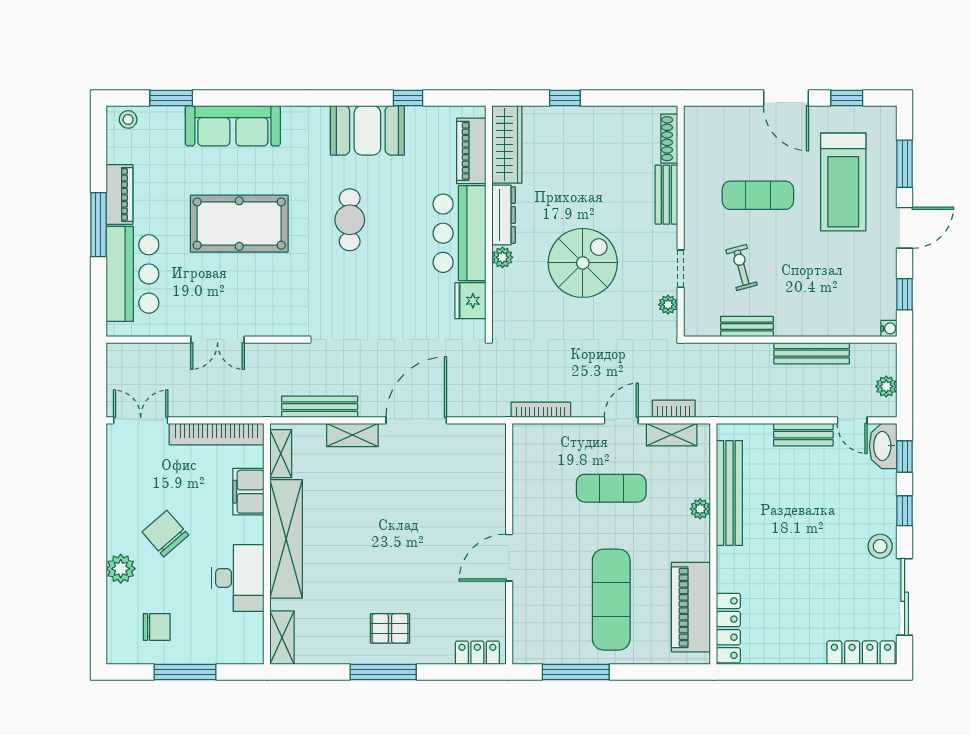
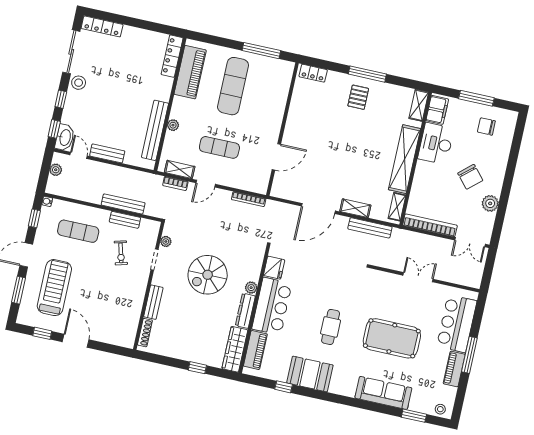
exercise mat: (758, 195) -> (78, 231), moved
bench: (812, 353) -> (123, 204), moved
filing cabinet: (248, 492) -> (437, 110), moved
door: (509, 558) -> (276, 157), moved
plant: (121, 569) -> (490, 203), moved
pallet: (390, 628) -> (358, 97), turned 90

